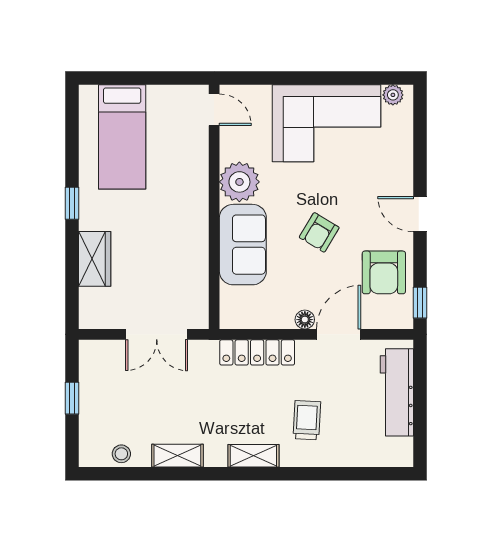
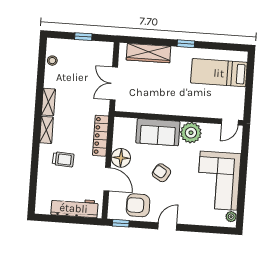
wardrobe: (95, 259) -> (149, 53), width x1.50
floor lamp: (305, 320) -> (121, 158), width x1.89, depth x1.89
shelving: (177, 456) -> (48, 102), moved

